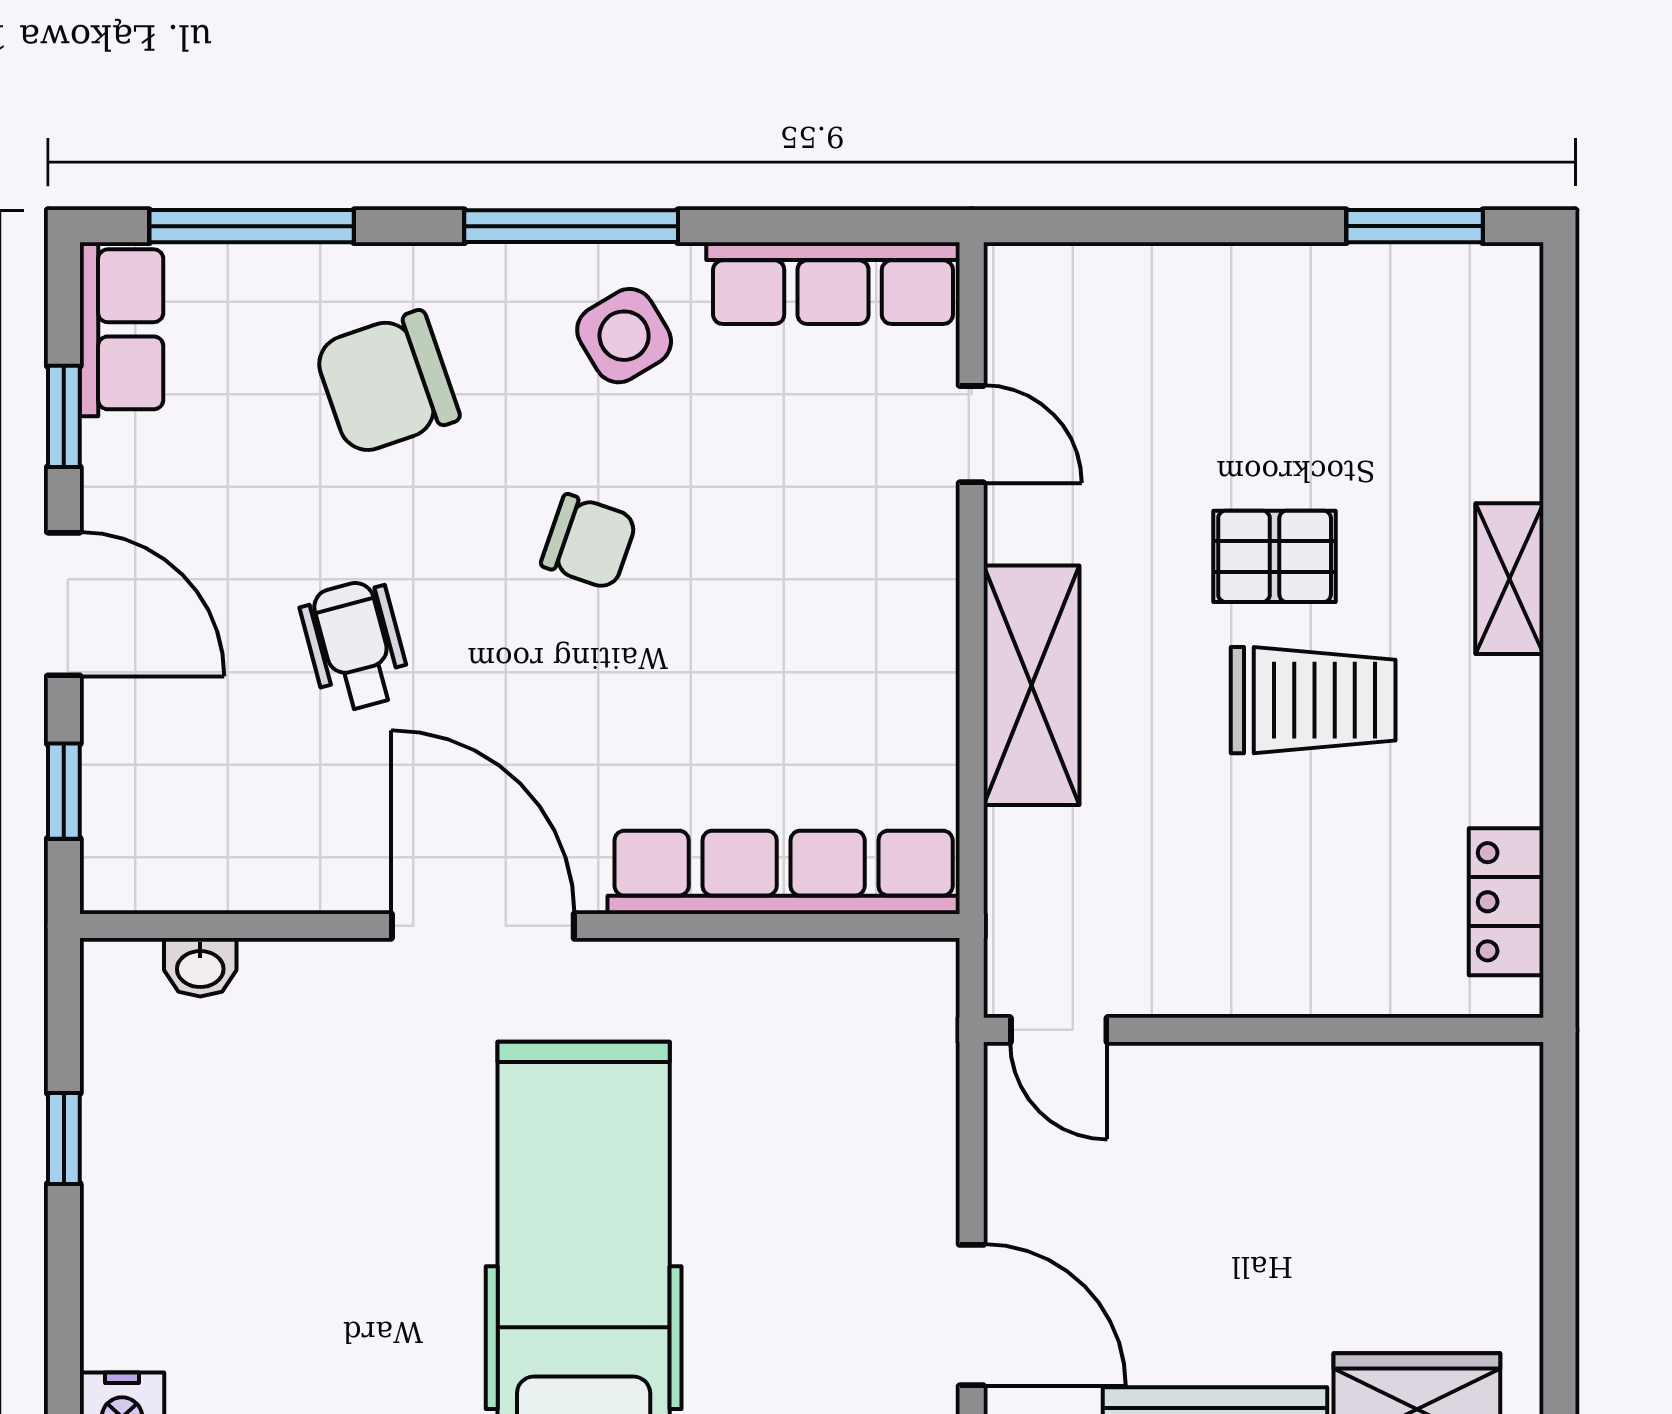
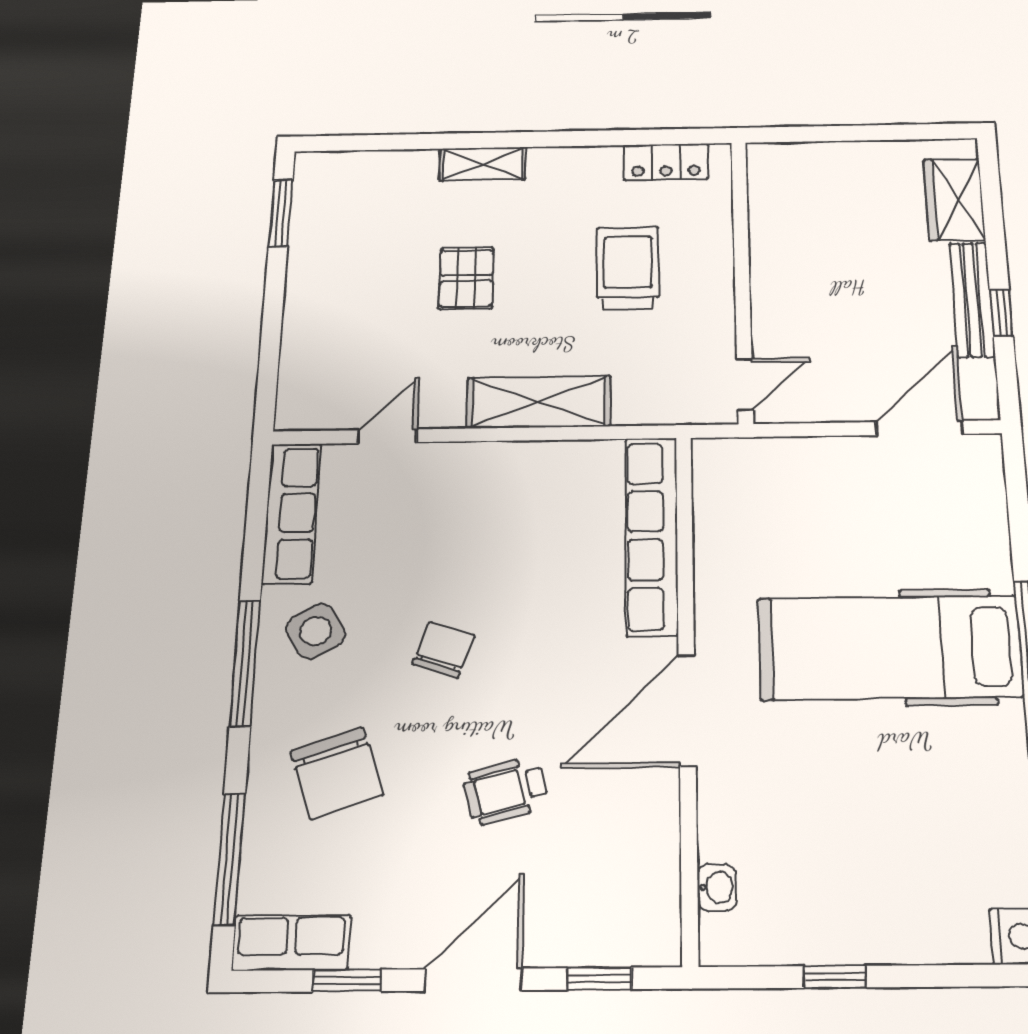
trolley: (1313, 700) -> (628, 268), moved

